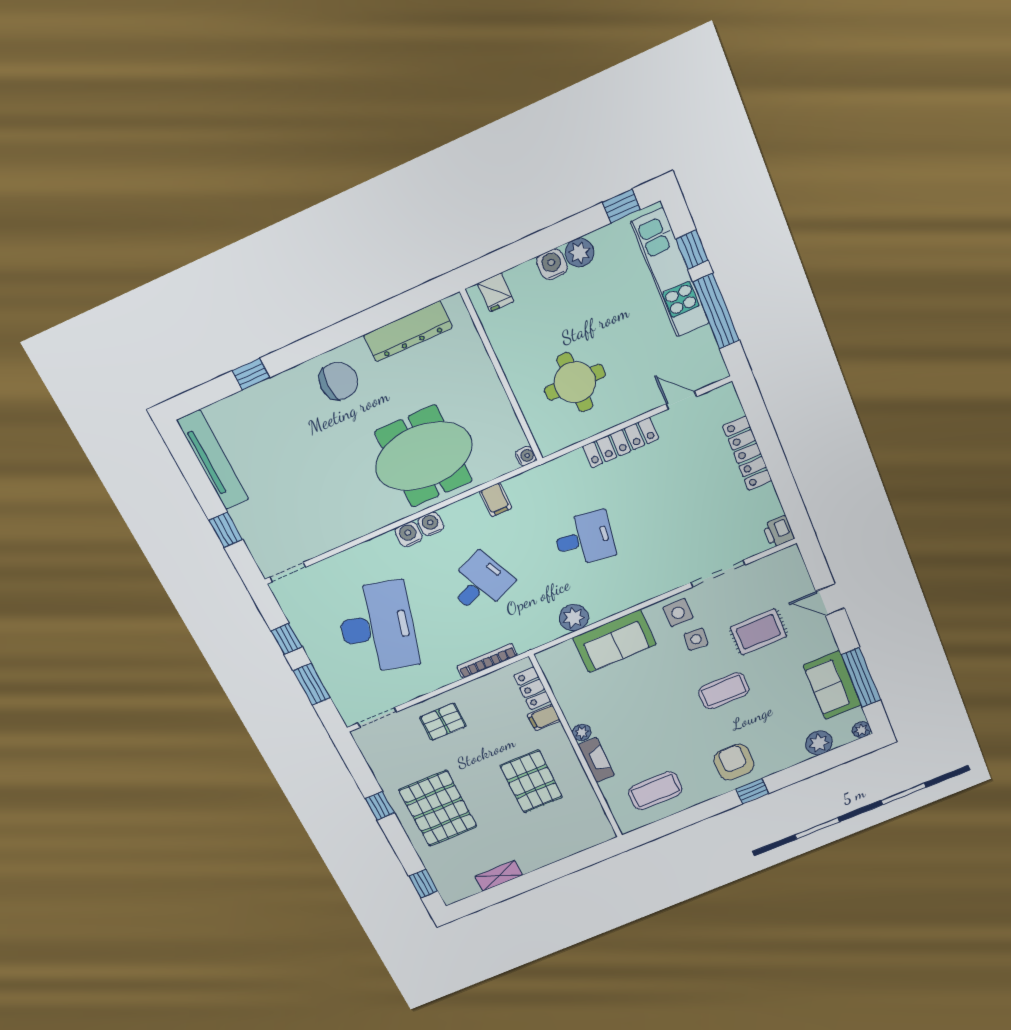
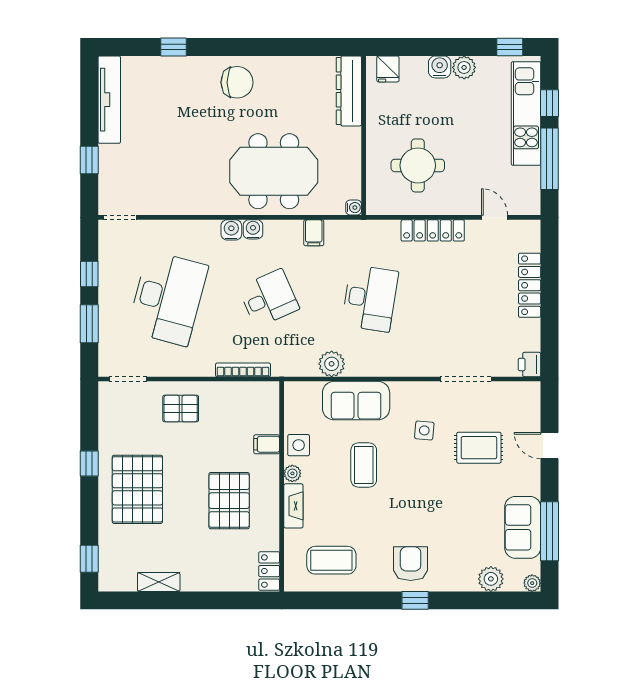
dresser: (408, 331) -> (349, 91), moved, turned 90
desk: (584, 539) -> (370, 298), width x1.37
side table: (678, 613) -> (299, 445), moved
locker: (532, 688) -> (269, 571), moved
coffee table: (724, 691) -> (364, 465), moved, turned 90

